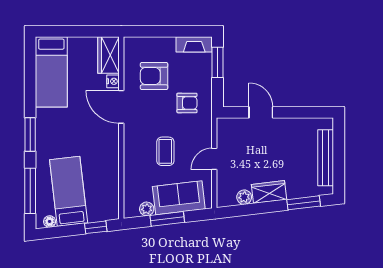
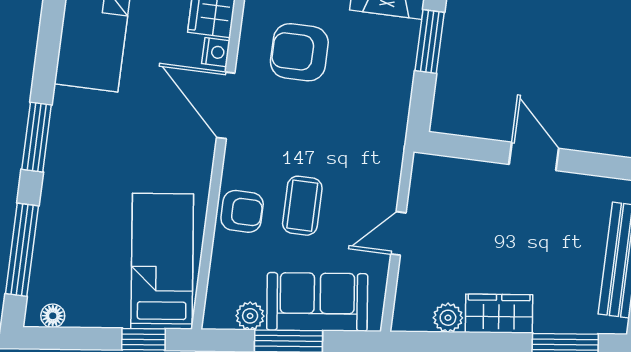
armchair: (187, 103) -> (242, 211), moved
door: (261, 112) -> (534, 156), moved
bed: (69, 191) -> (162, 261), moved

